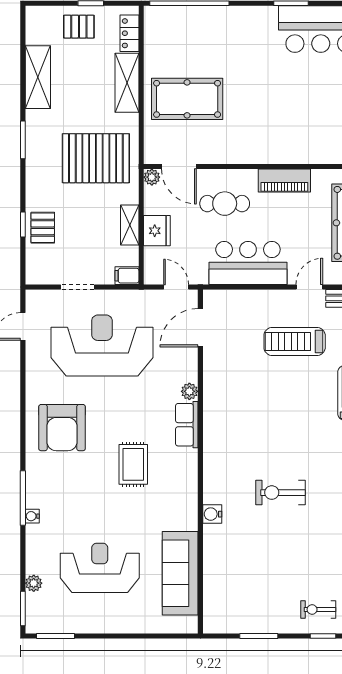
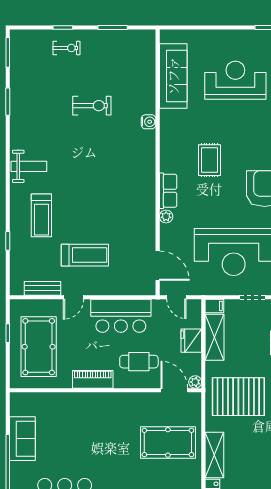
shelving: (130, 225) -> (215, 337), width x1.50, depth x1.33
door: (200, 328) -> (158, 266), hinge flipped
exercise bike: (281, 493) -> (92, 106), moved
reception desk: (100, 568) -> (235, 80), turned 180

